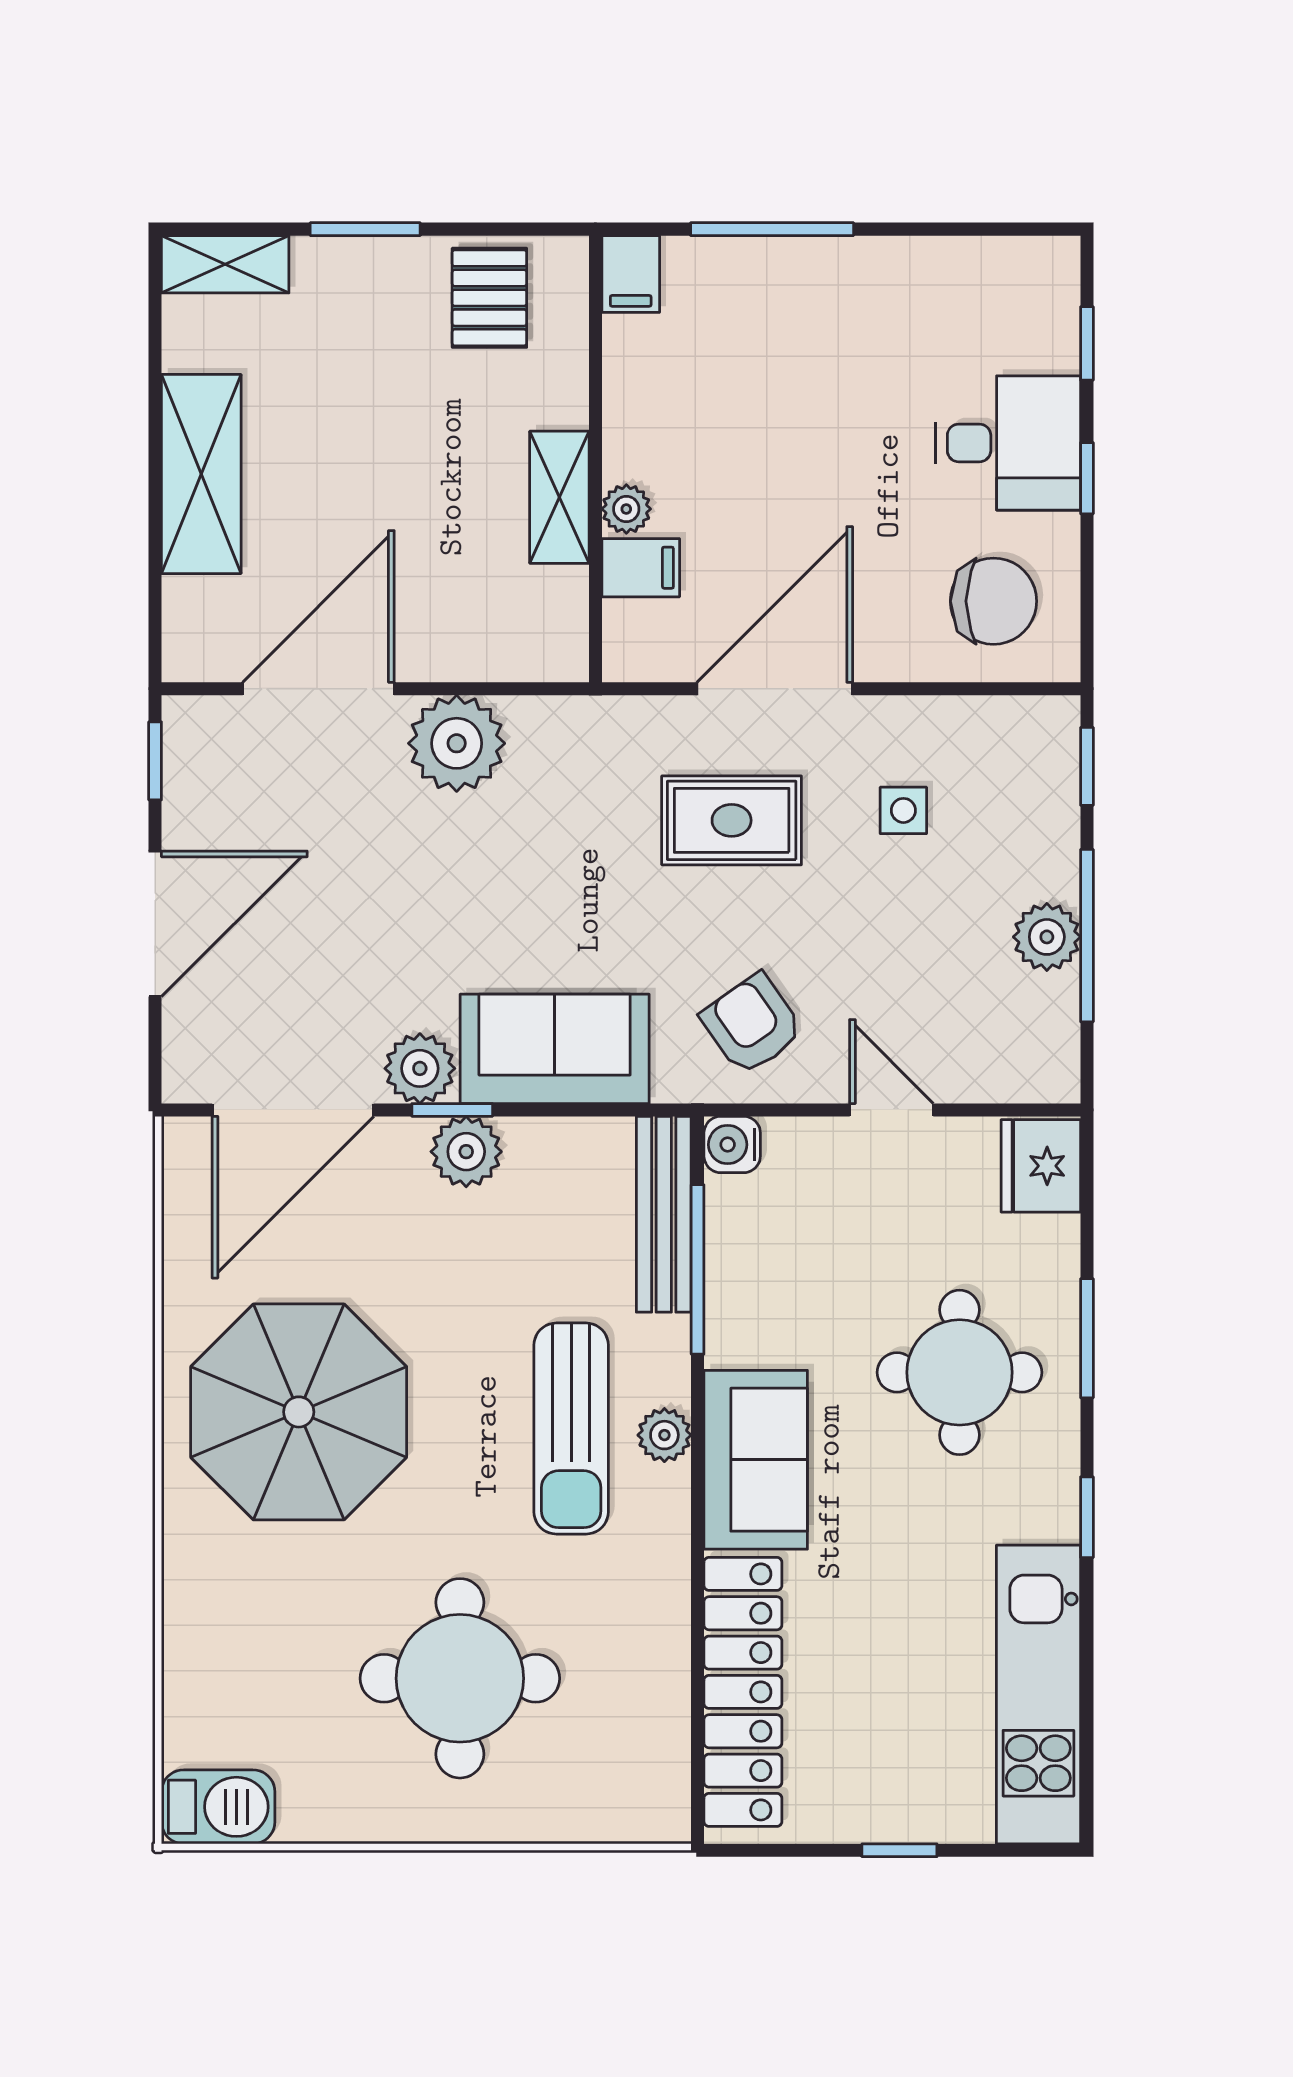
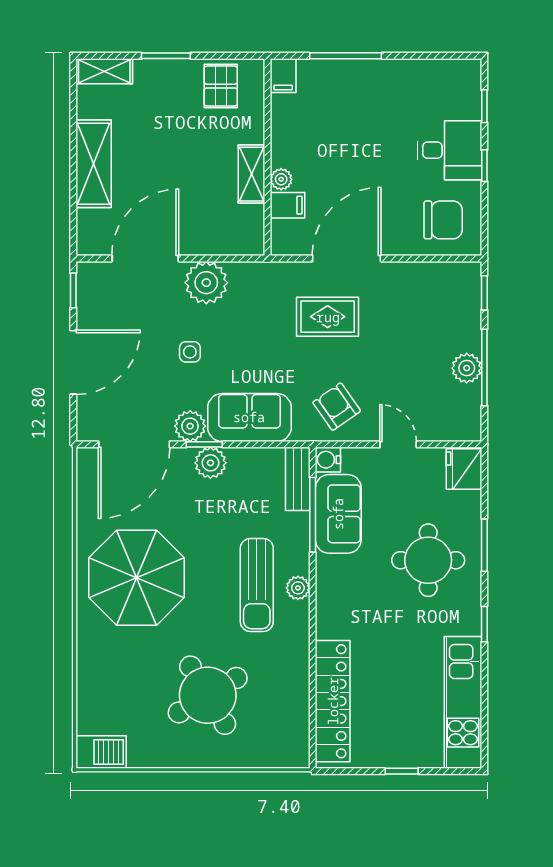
side table: (903, 810) -> (190, 352), moved
bench: (664, 1214) -> (298, 479), width x0.73
sofa: (756, 1460) -> (338, 514), moved
round table: (460, 1678) -> (208, 695), turned -31

